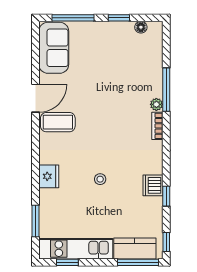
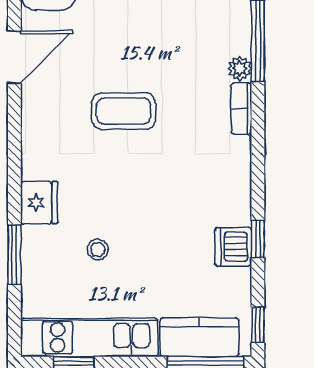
coffee table: (58, 122) -> (124, 111), moved
stool: (100, 179) -> (98, 250), moved
dishwasher: (153, 185) -> (233, 247), moved
window: (36, 221) -> (14, 254), moved

